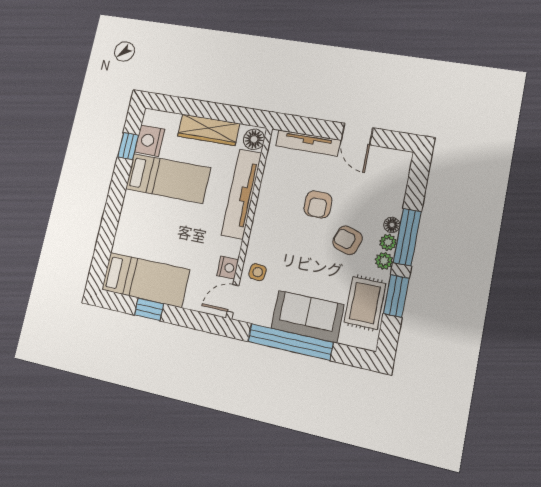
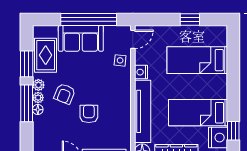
armchair: (347, 240) -> (65, 94), turned 95
nightstand: (228, 268) -> (141, 72), moved
bed: (145, 280) -> (197, 60), moved

